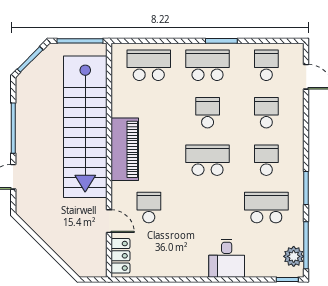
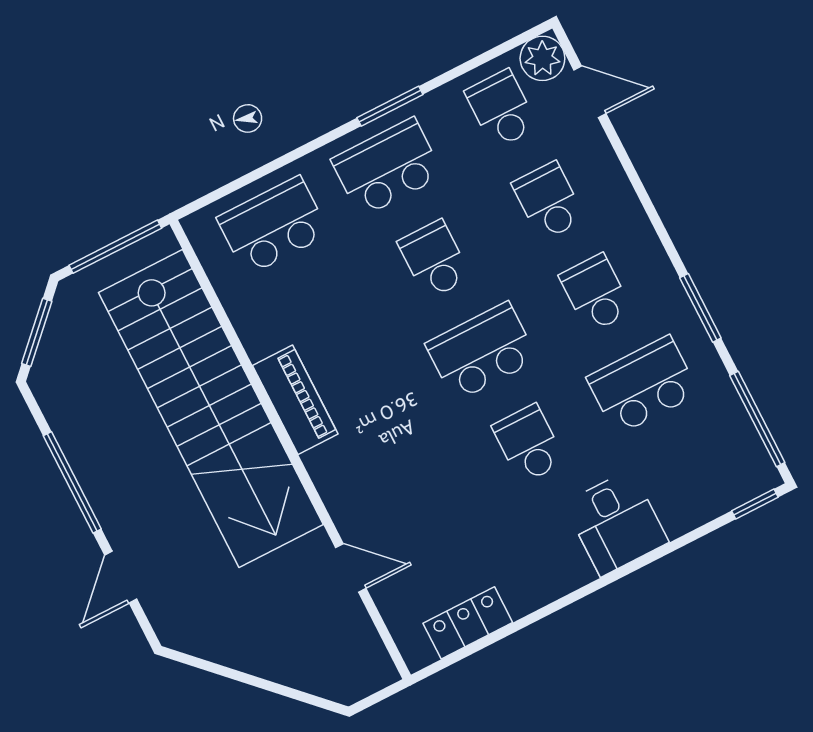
piano: (125, 149) -> (295, 400), width x0.73, depth x0.75
school desk: (149, 208) -> (529, 444), moved
locker: (120, 256) -> (468, 623), moved, turned -90
plant: (294, 256) -> (542, 58), moved

